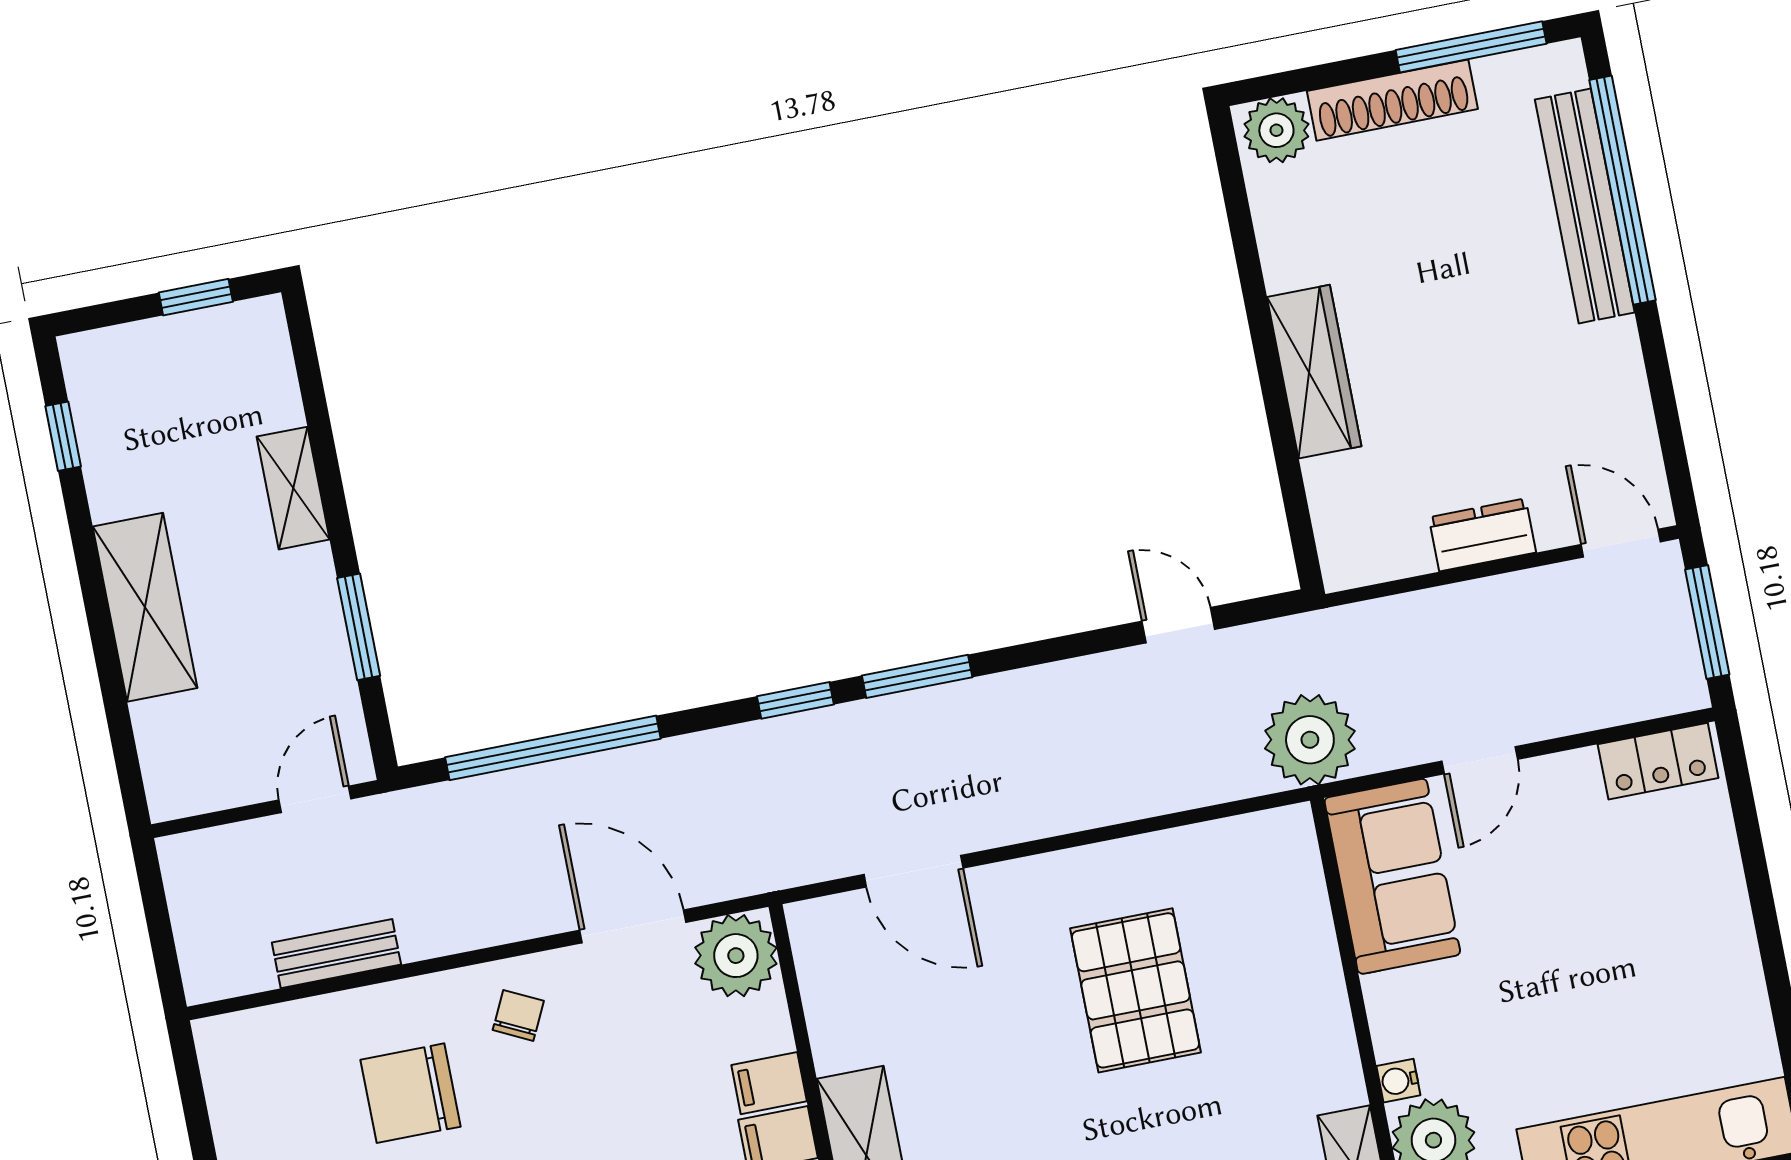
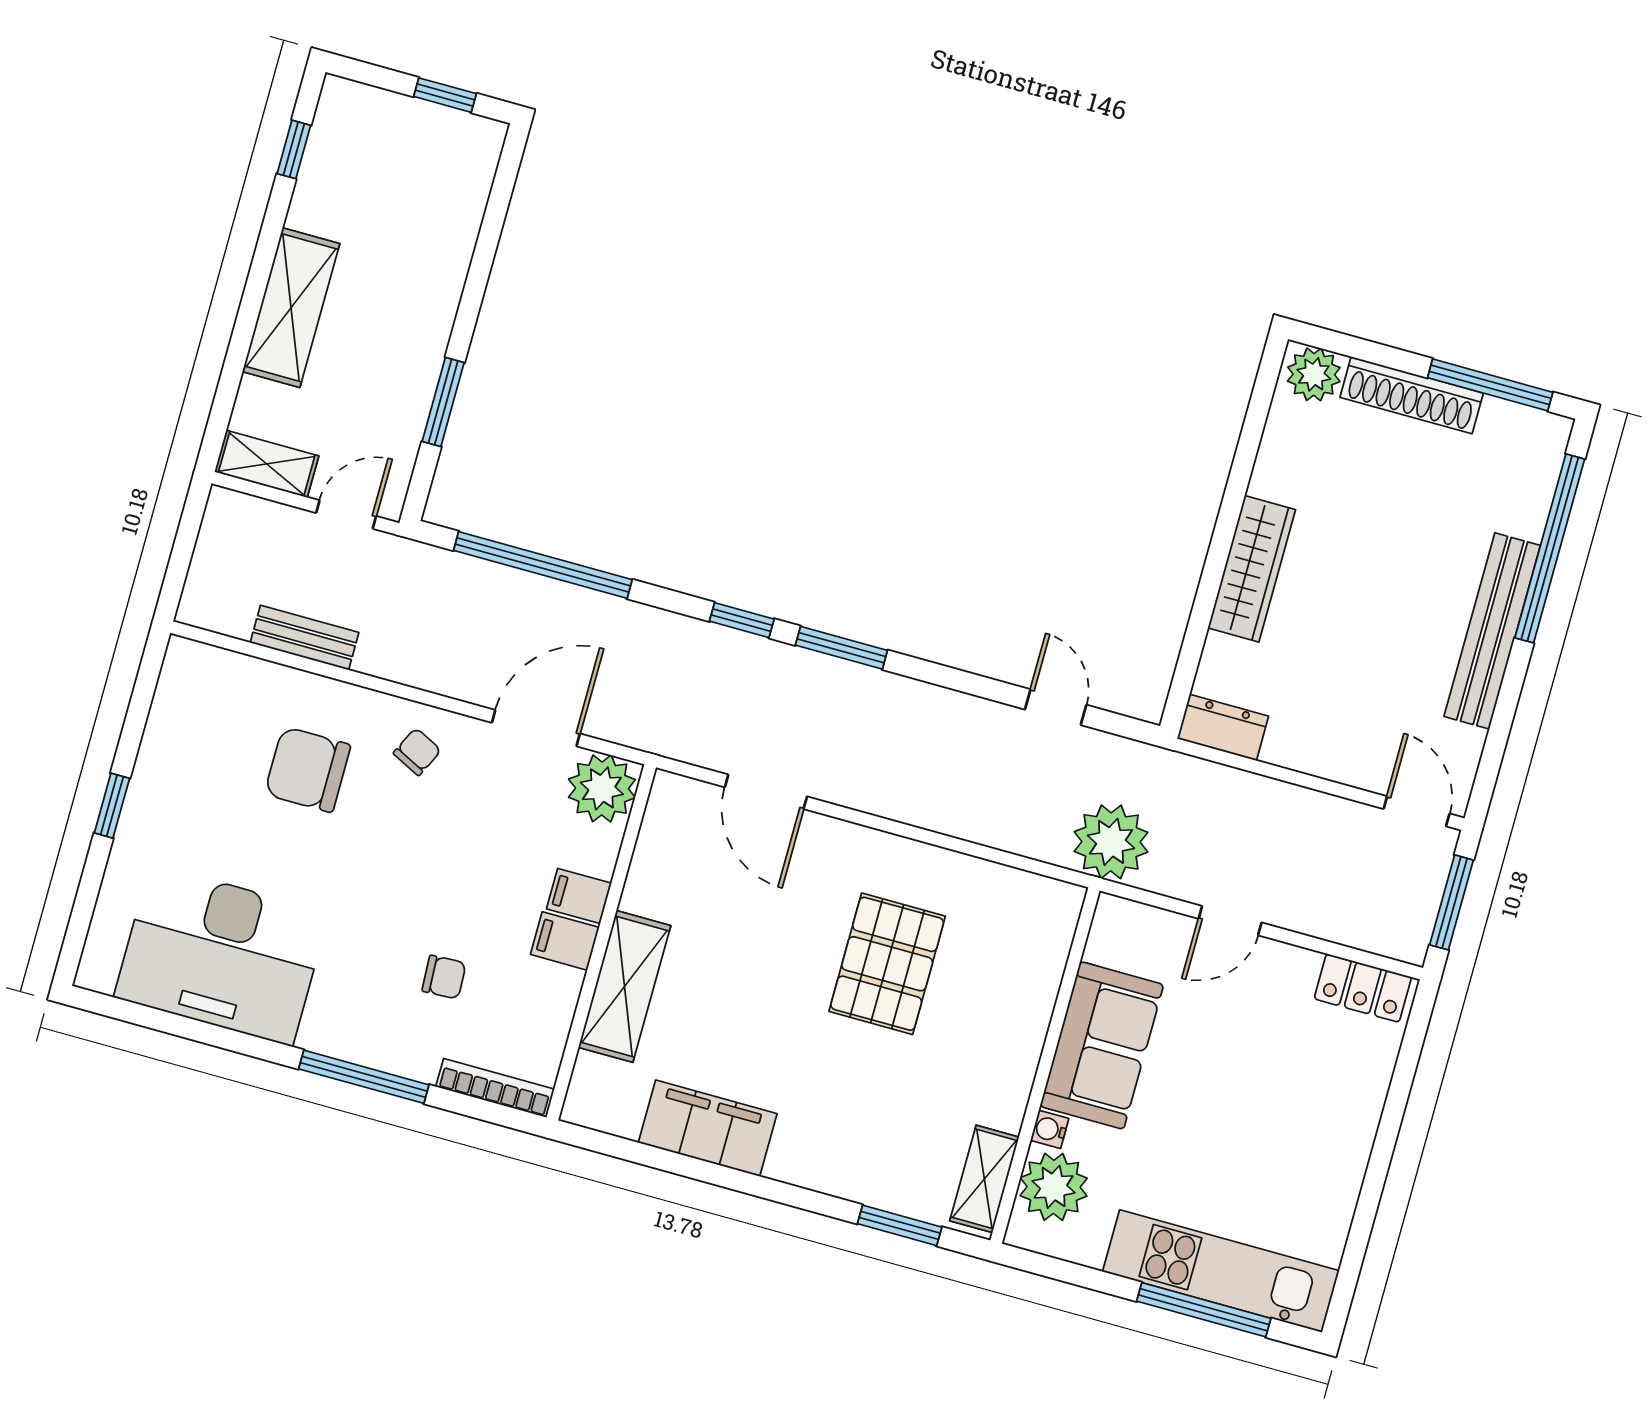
bench: (1585, 206) -> (1492, 631), moved
shelving: (293, 488) -> (267, 464), moved, turned 90
dresser: (1482, 535) -> (1223, 727), moved
sofa: (1392, 876) -> (1102, 1045), moved
door: (633, 926) -> (536, 728), hinge flipped

